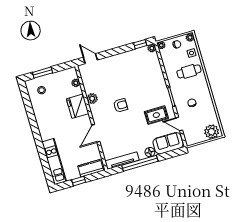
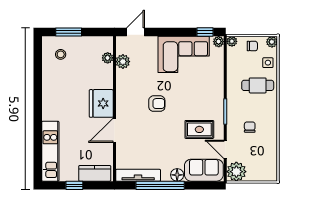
door: (90, 59) -> (135, 32), hinge flipped
corner sofa: (130, 65) -> (184, 54), added
plant: (92, 99) -> (123, 62), moved
fridge: (78, 106) -> (101, 103), moved
plant: (212, 132) -> (236, 172), moved

